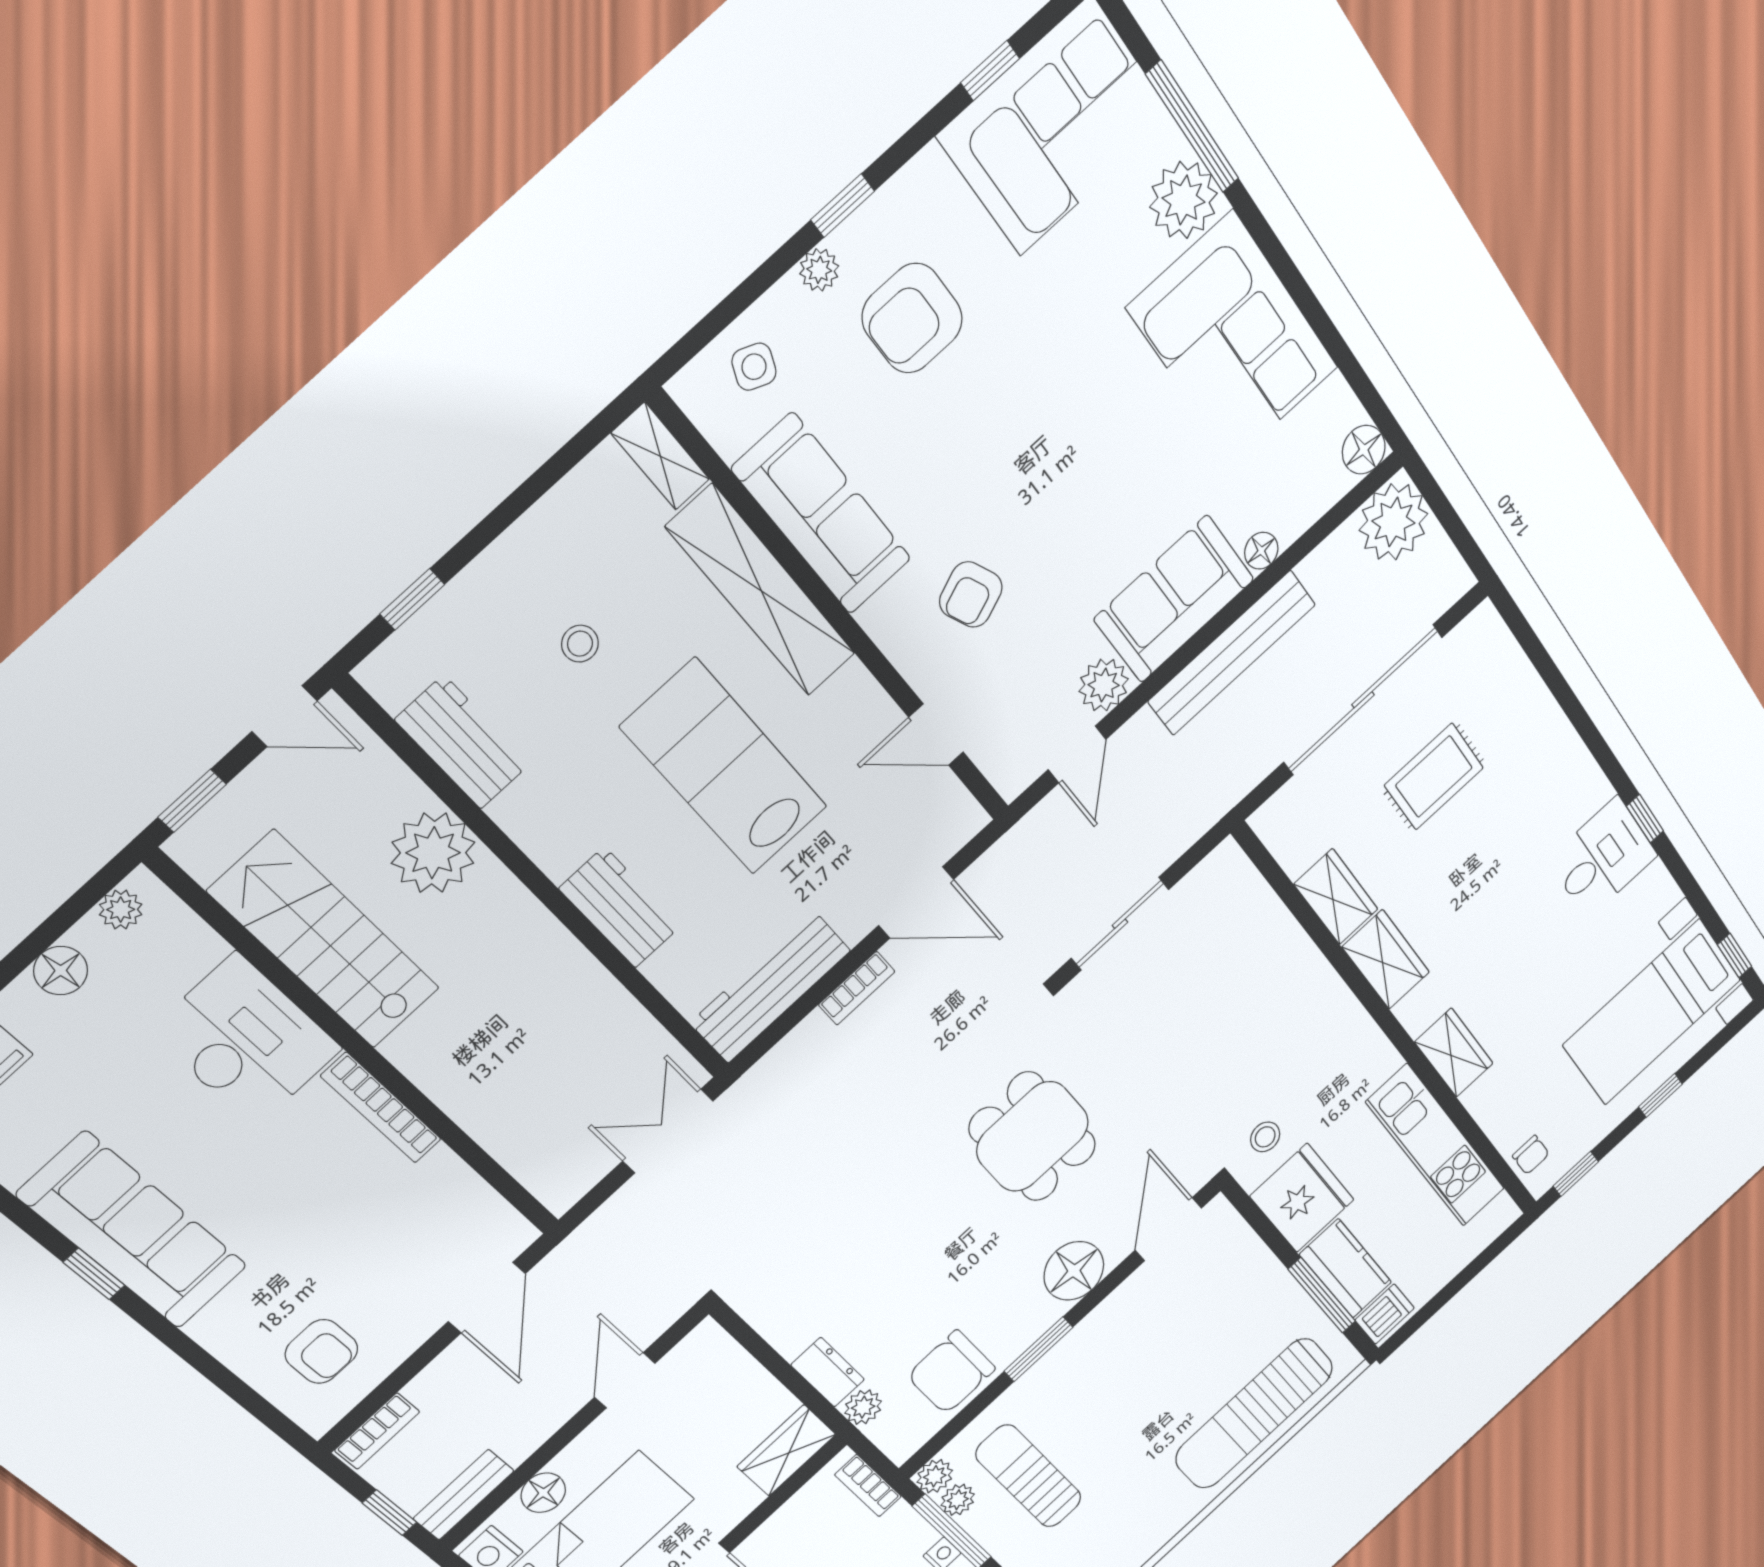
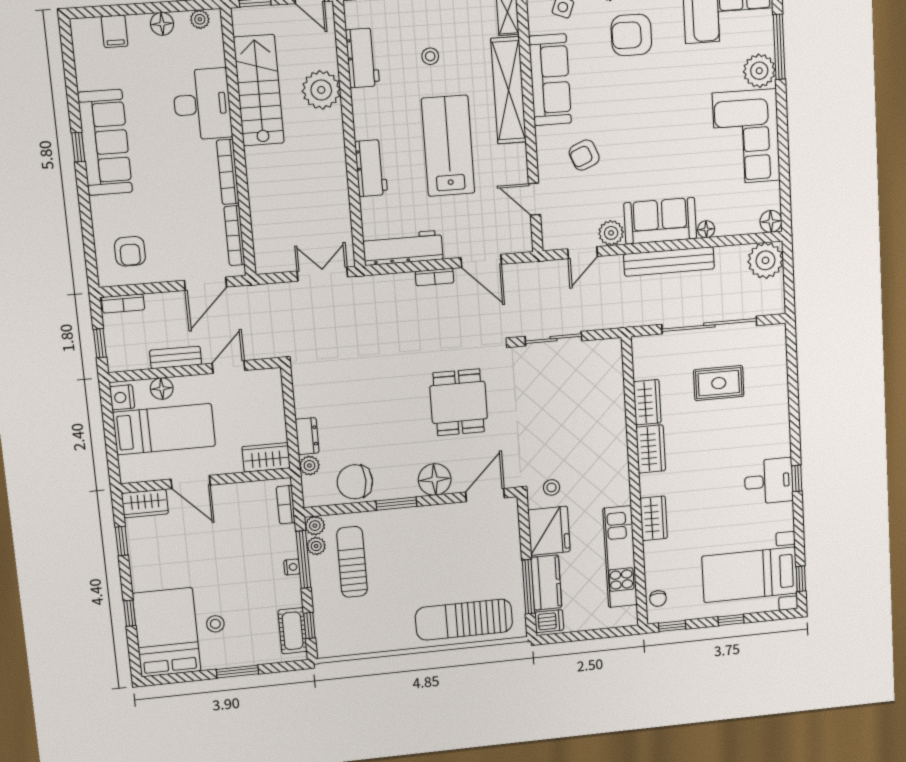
bookcase: (475, 1192) -> (234, 236), added
bench: (464, 1495) -> (176, 357), moved

